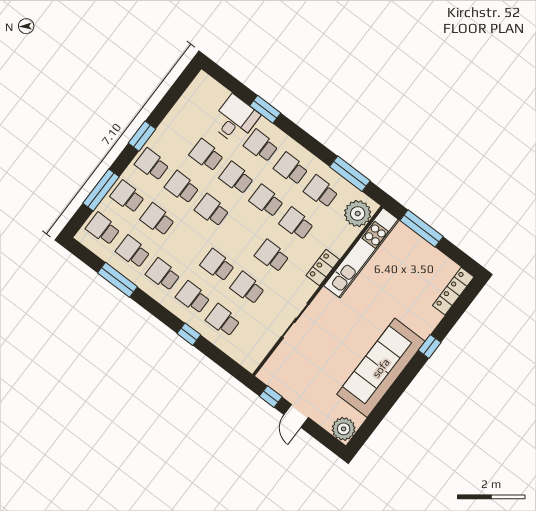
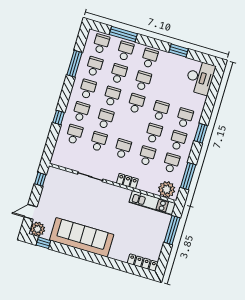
window: (265, 109) -> (201, 133), moved
desk: (235, 120) -> (200, 78), moved, width x1.37
window: (142, 136) -> (179, 50), moved
school desk: (206, 155) -> (112, 96), moved
kitchen unit: (362, 253) -> (152, 203), width x0.73
window: (430, 346) -> (43, 243), moved
door: (296, 416) -> (31, 212), moved

